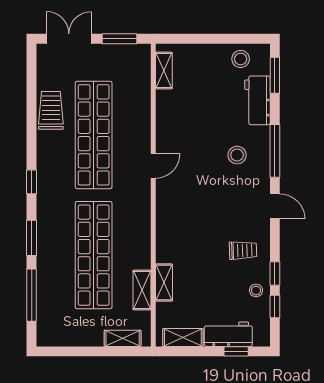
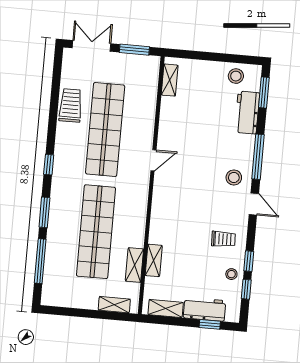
stool: (237, 155) -> (234, 177), moved

